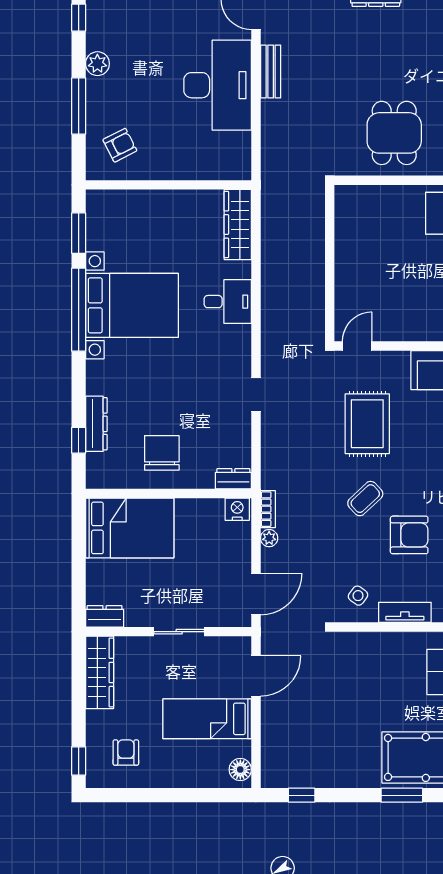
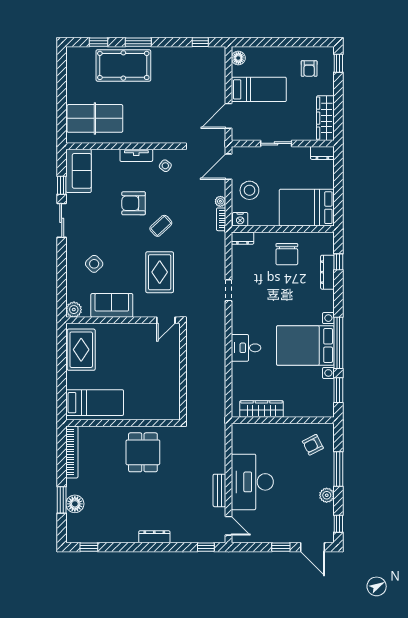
wardrobe: (238, 225) -> (262, 409), moved, turned -90
stool: (222, 556) -> (249, 190), added

